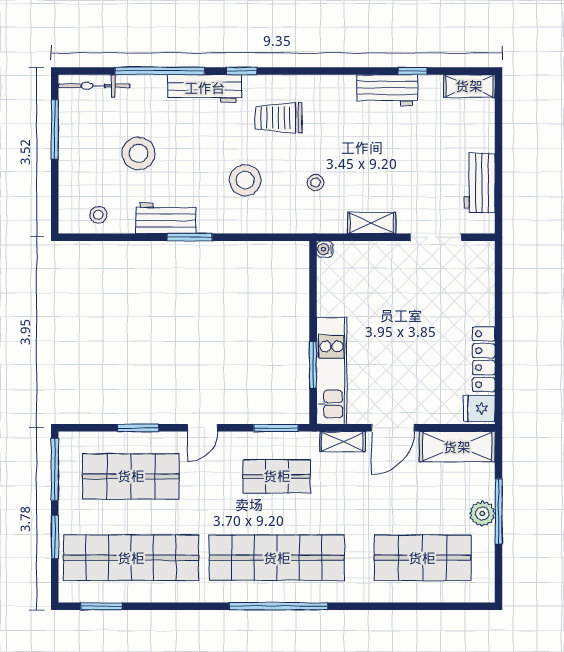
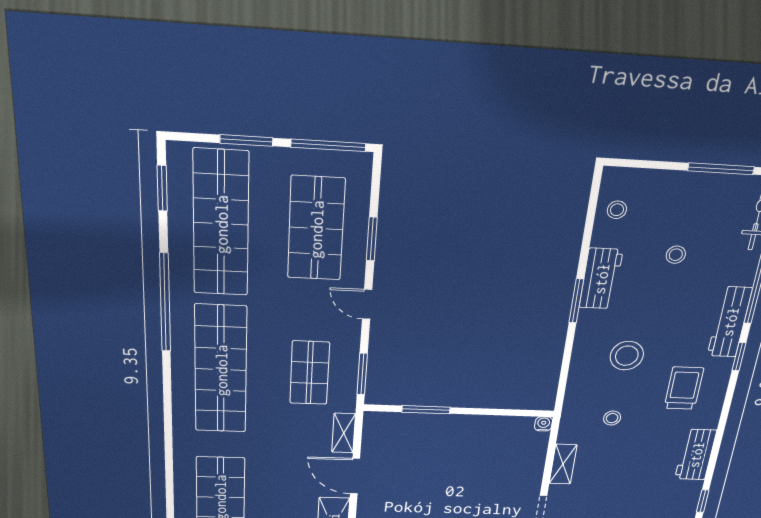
workbench: (387, 90) -> (696, 455), moved
stool: (139, 153) -> (676, 255), width x0.53, depth x0.53
kitchen unit: (332, 371) -> (418, 426), removed
window: (279, 606) -> (165, 303), moved

